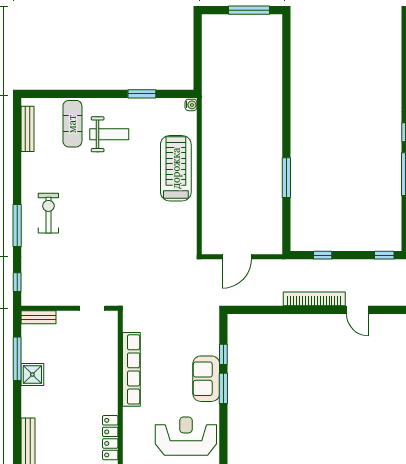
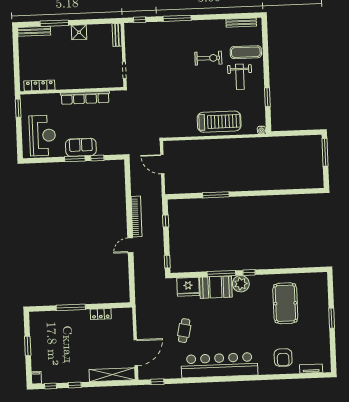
window: (249, 10) -> (325, 152), moved
exercise bike: (48, 213) -> (208, 58), moved
window: (17, 359) -> (54, 23), moved

